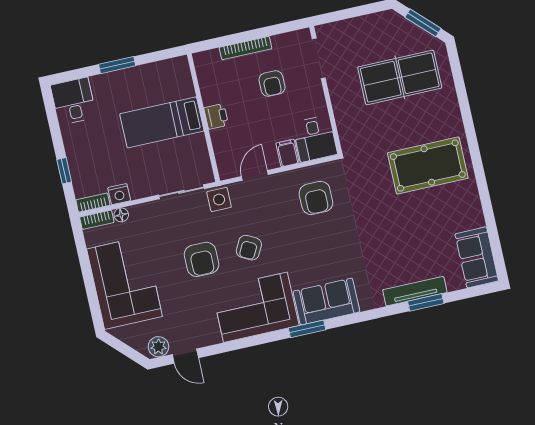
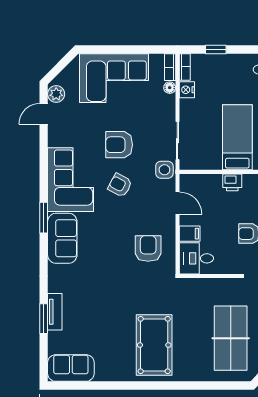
armchair: (316, 198) -> (148, 249), turned 90
tv unit: (415, 291) -> (55, 312), width x0.71

